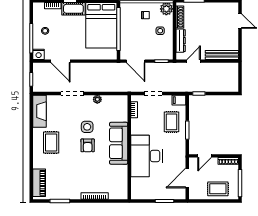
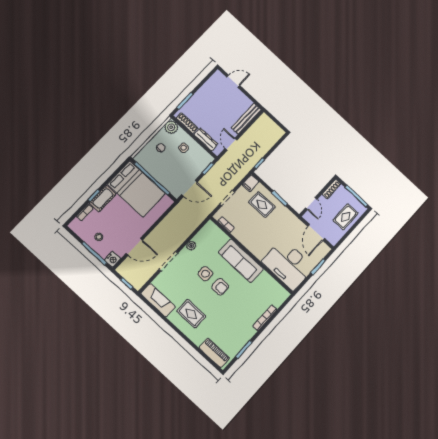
desk: (147, 156) -> (288, 264), moved

